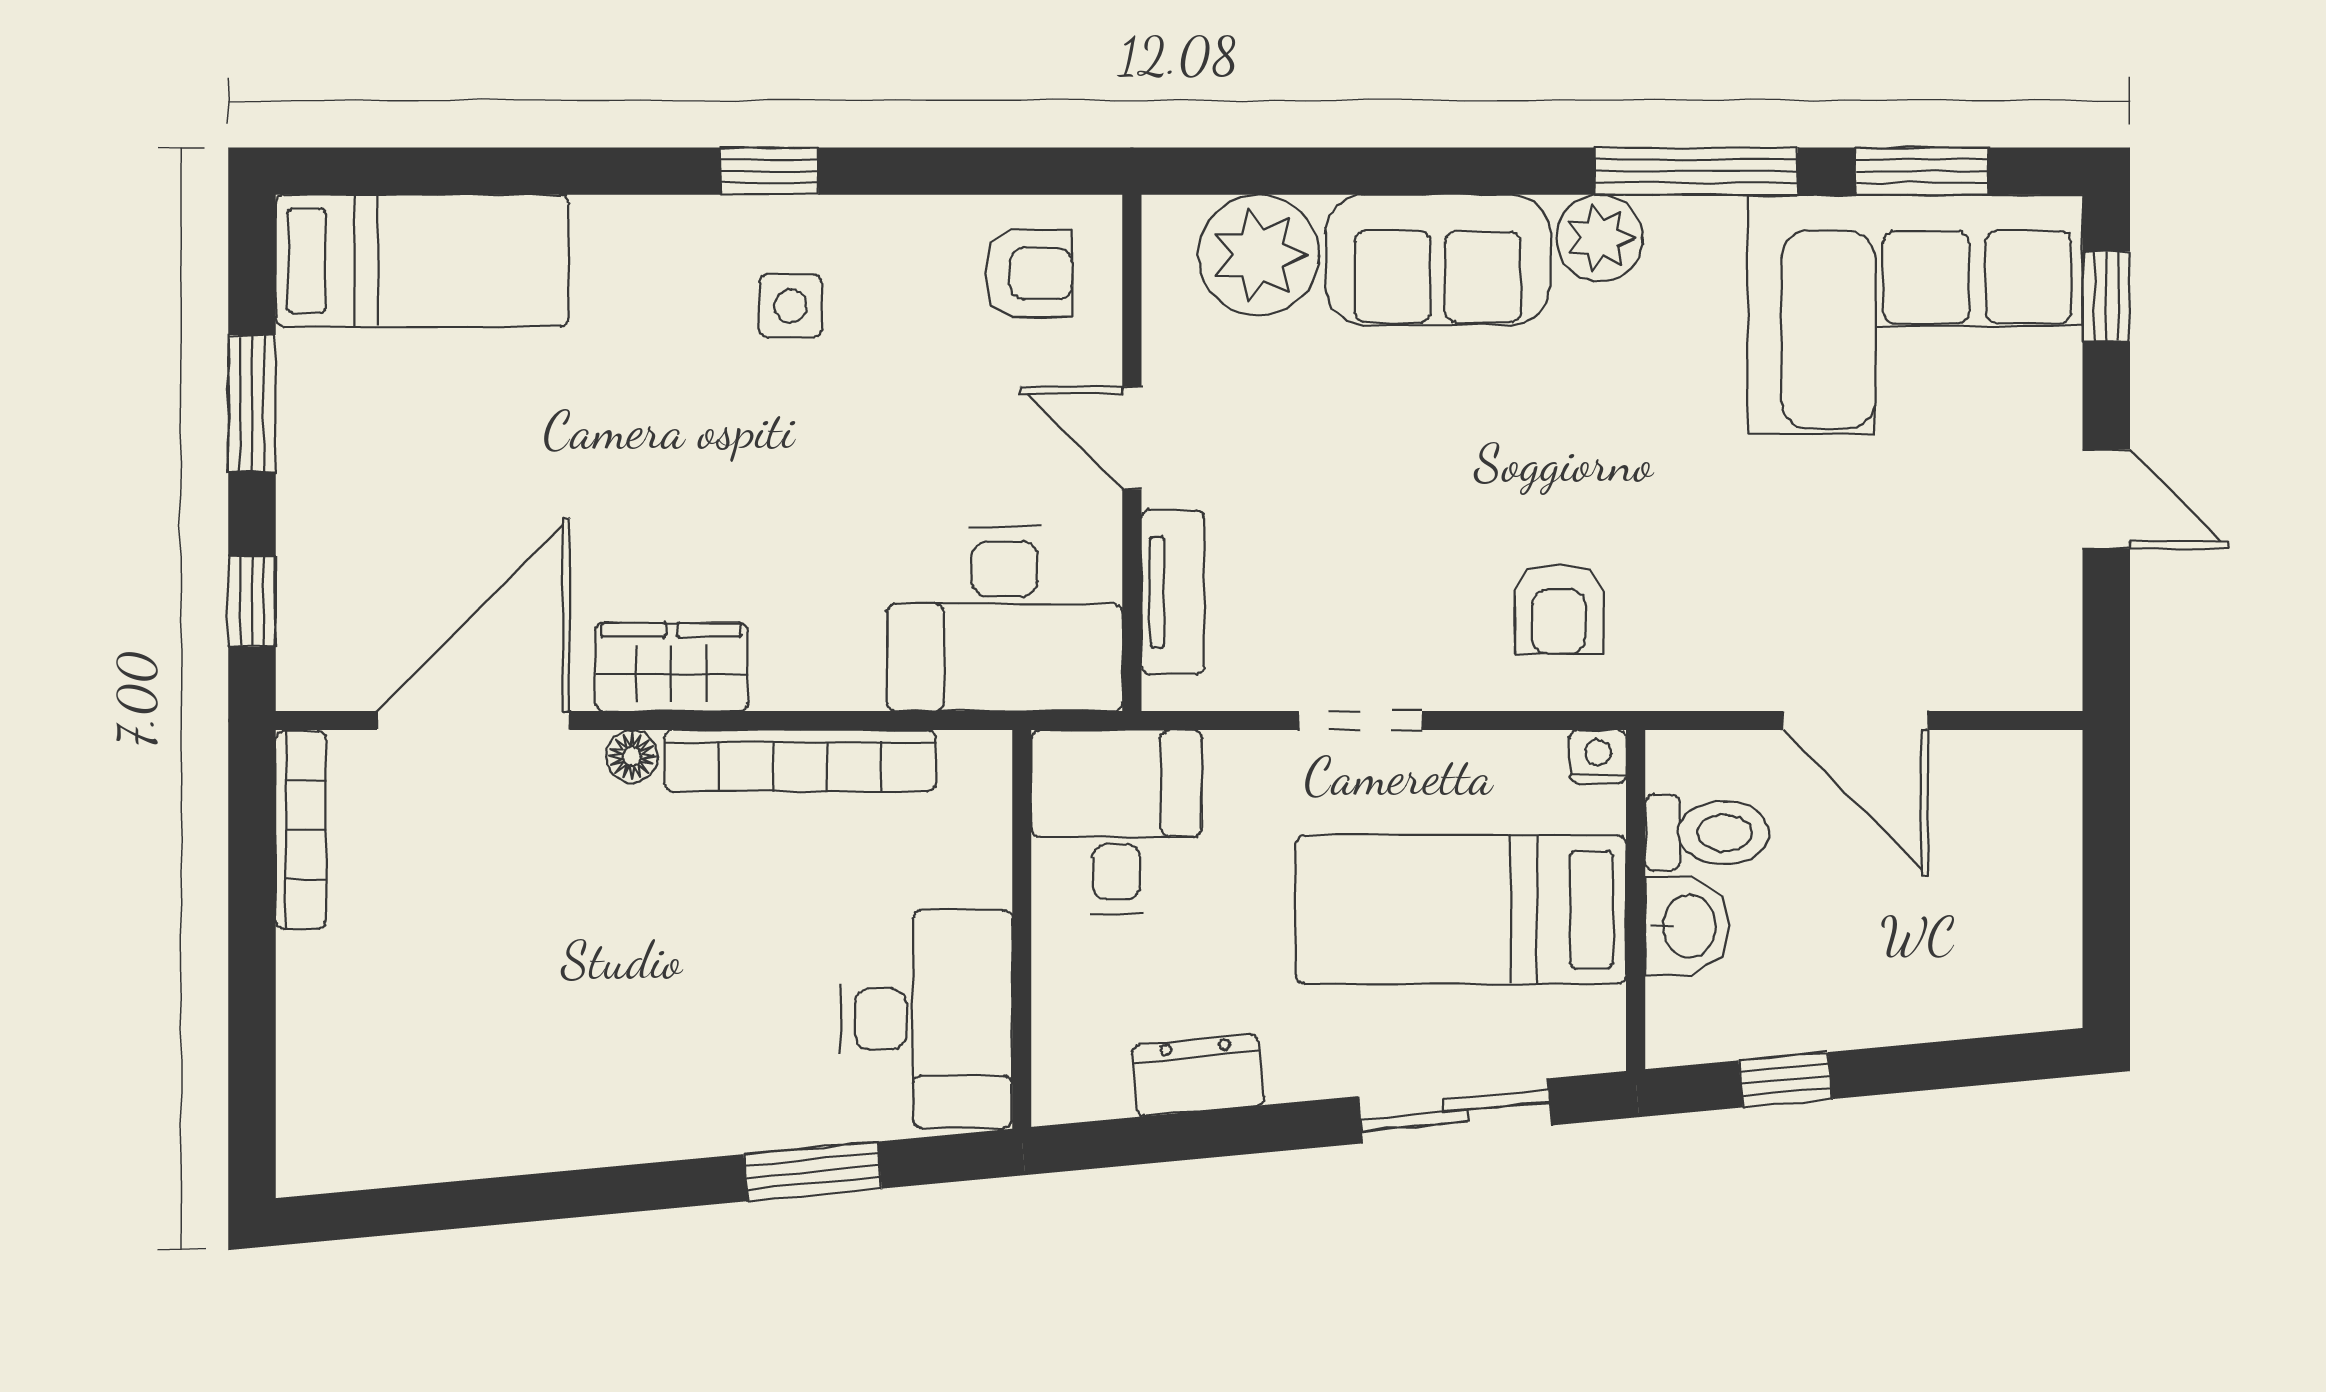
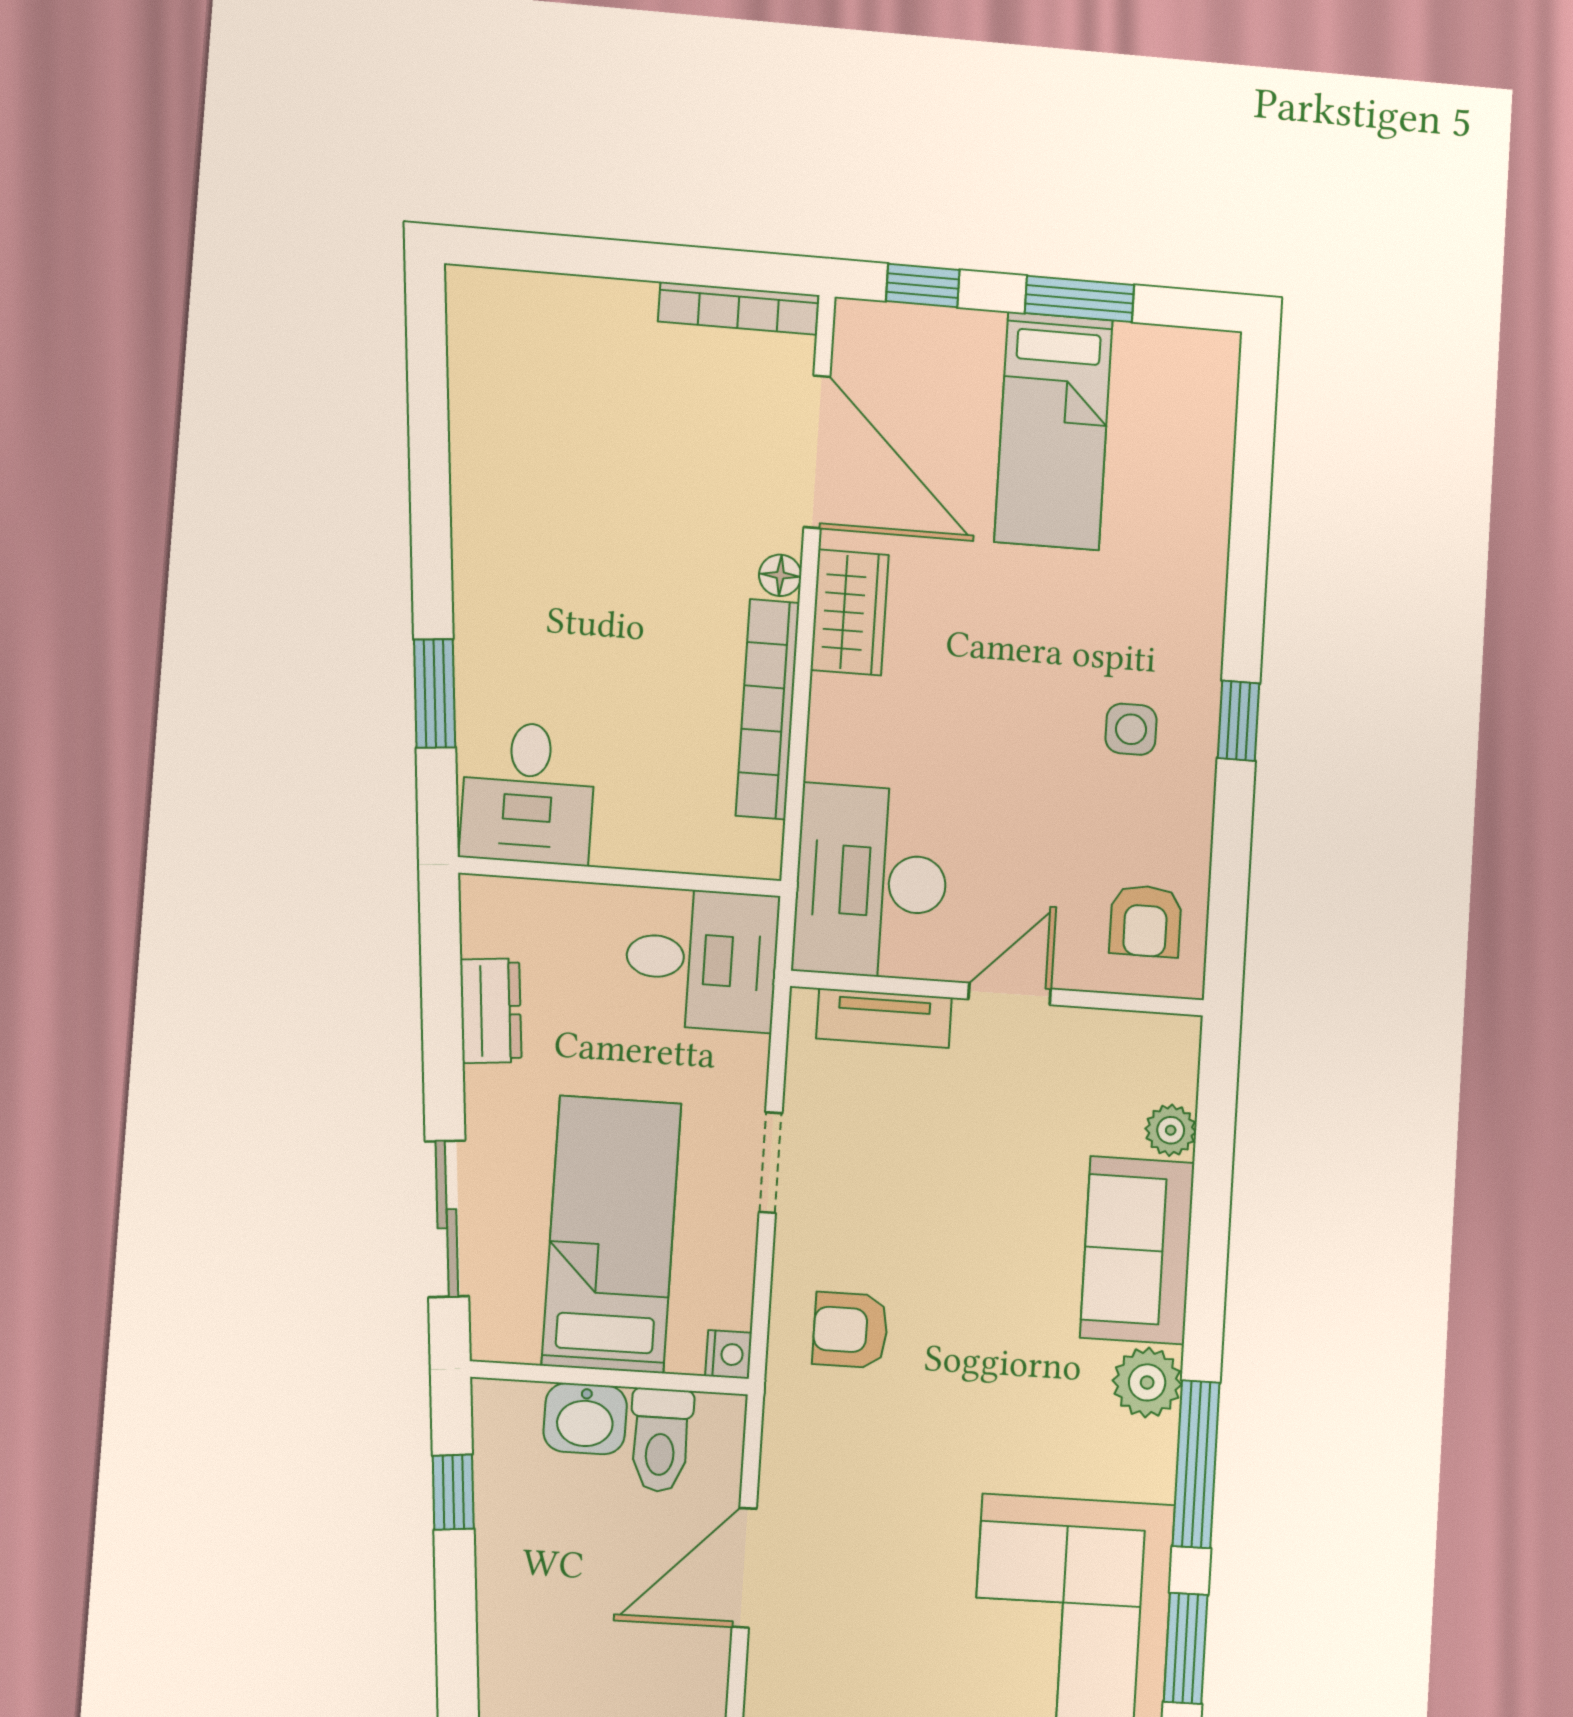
plant: (1259, 255) -> (1171, 1130), width x0.53, depth x0.53
bed: (422, 261) -> (1054, 431), moved
desk: (927, 1019) -> (528, 793), width x0.73

